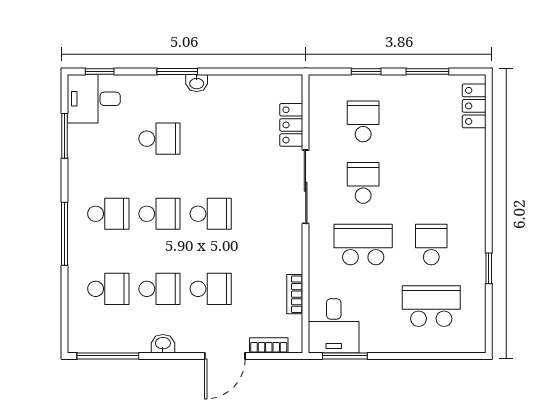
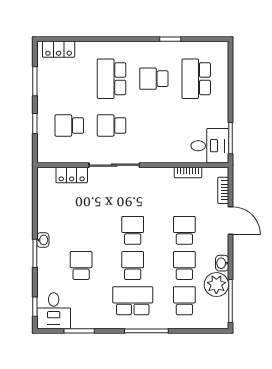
school desk: (108, 214) -> (133, 301), width x1.85
school desk: (363, 244) -> (112, 79), moved
plant: (132, 335) -> (216, 285), added

